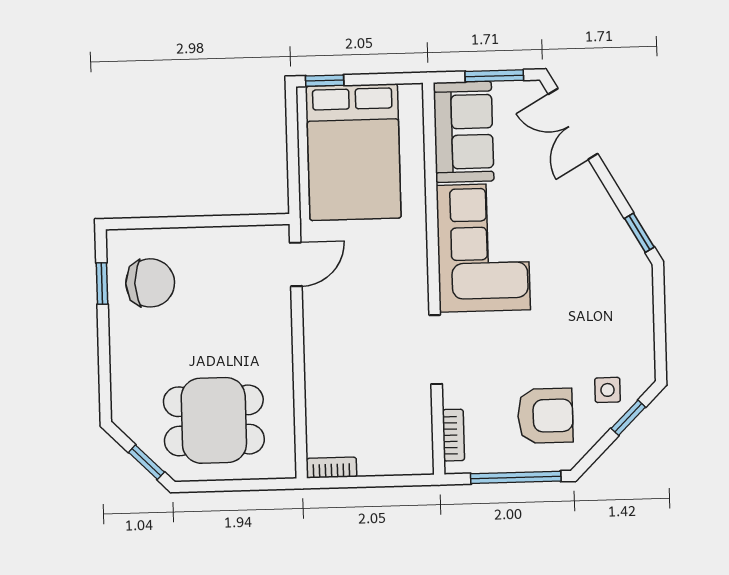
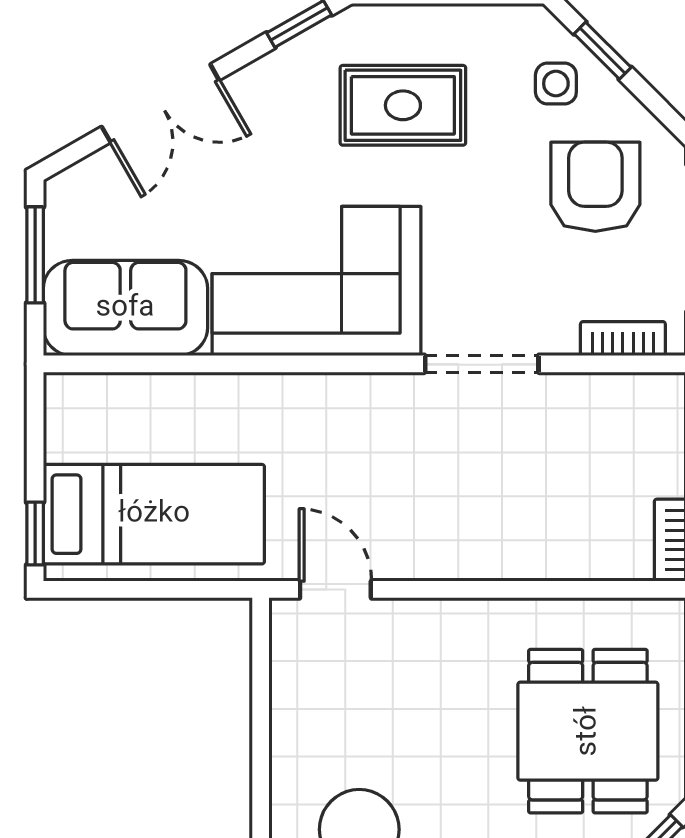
double door: (573, 124) -> (160, 103), moved
bed: (354, 152) -> (154, 514), width x0.67
rug: (592, 297) -> (403, 105), added

